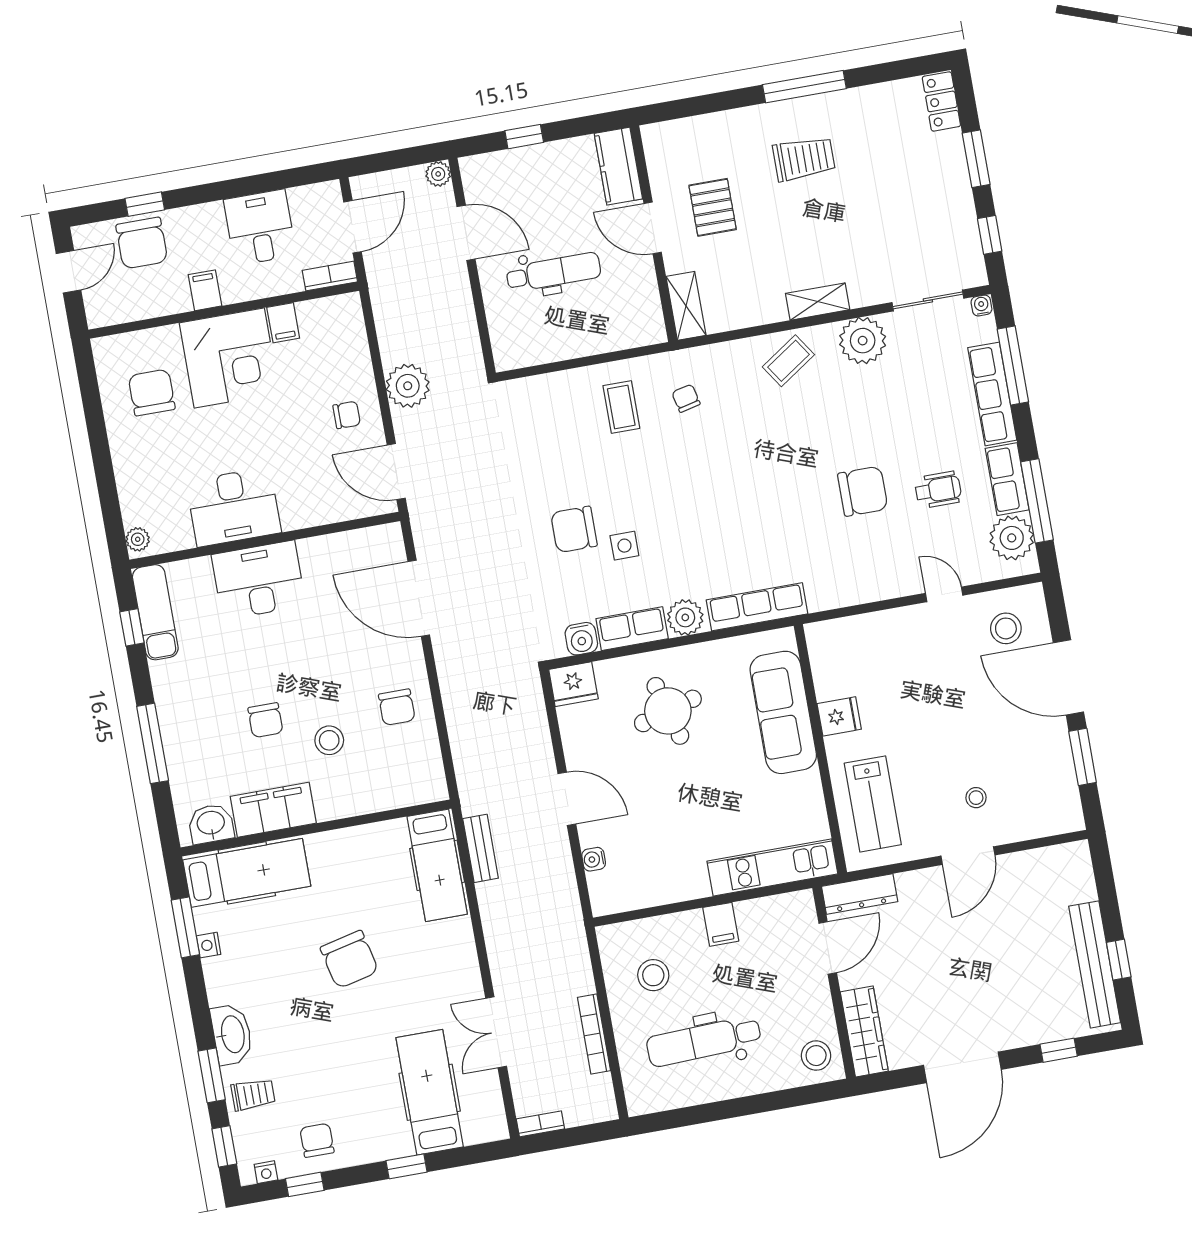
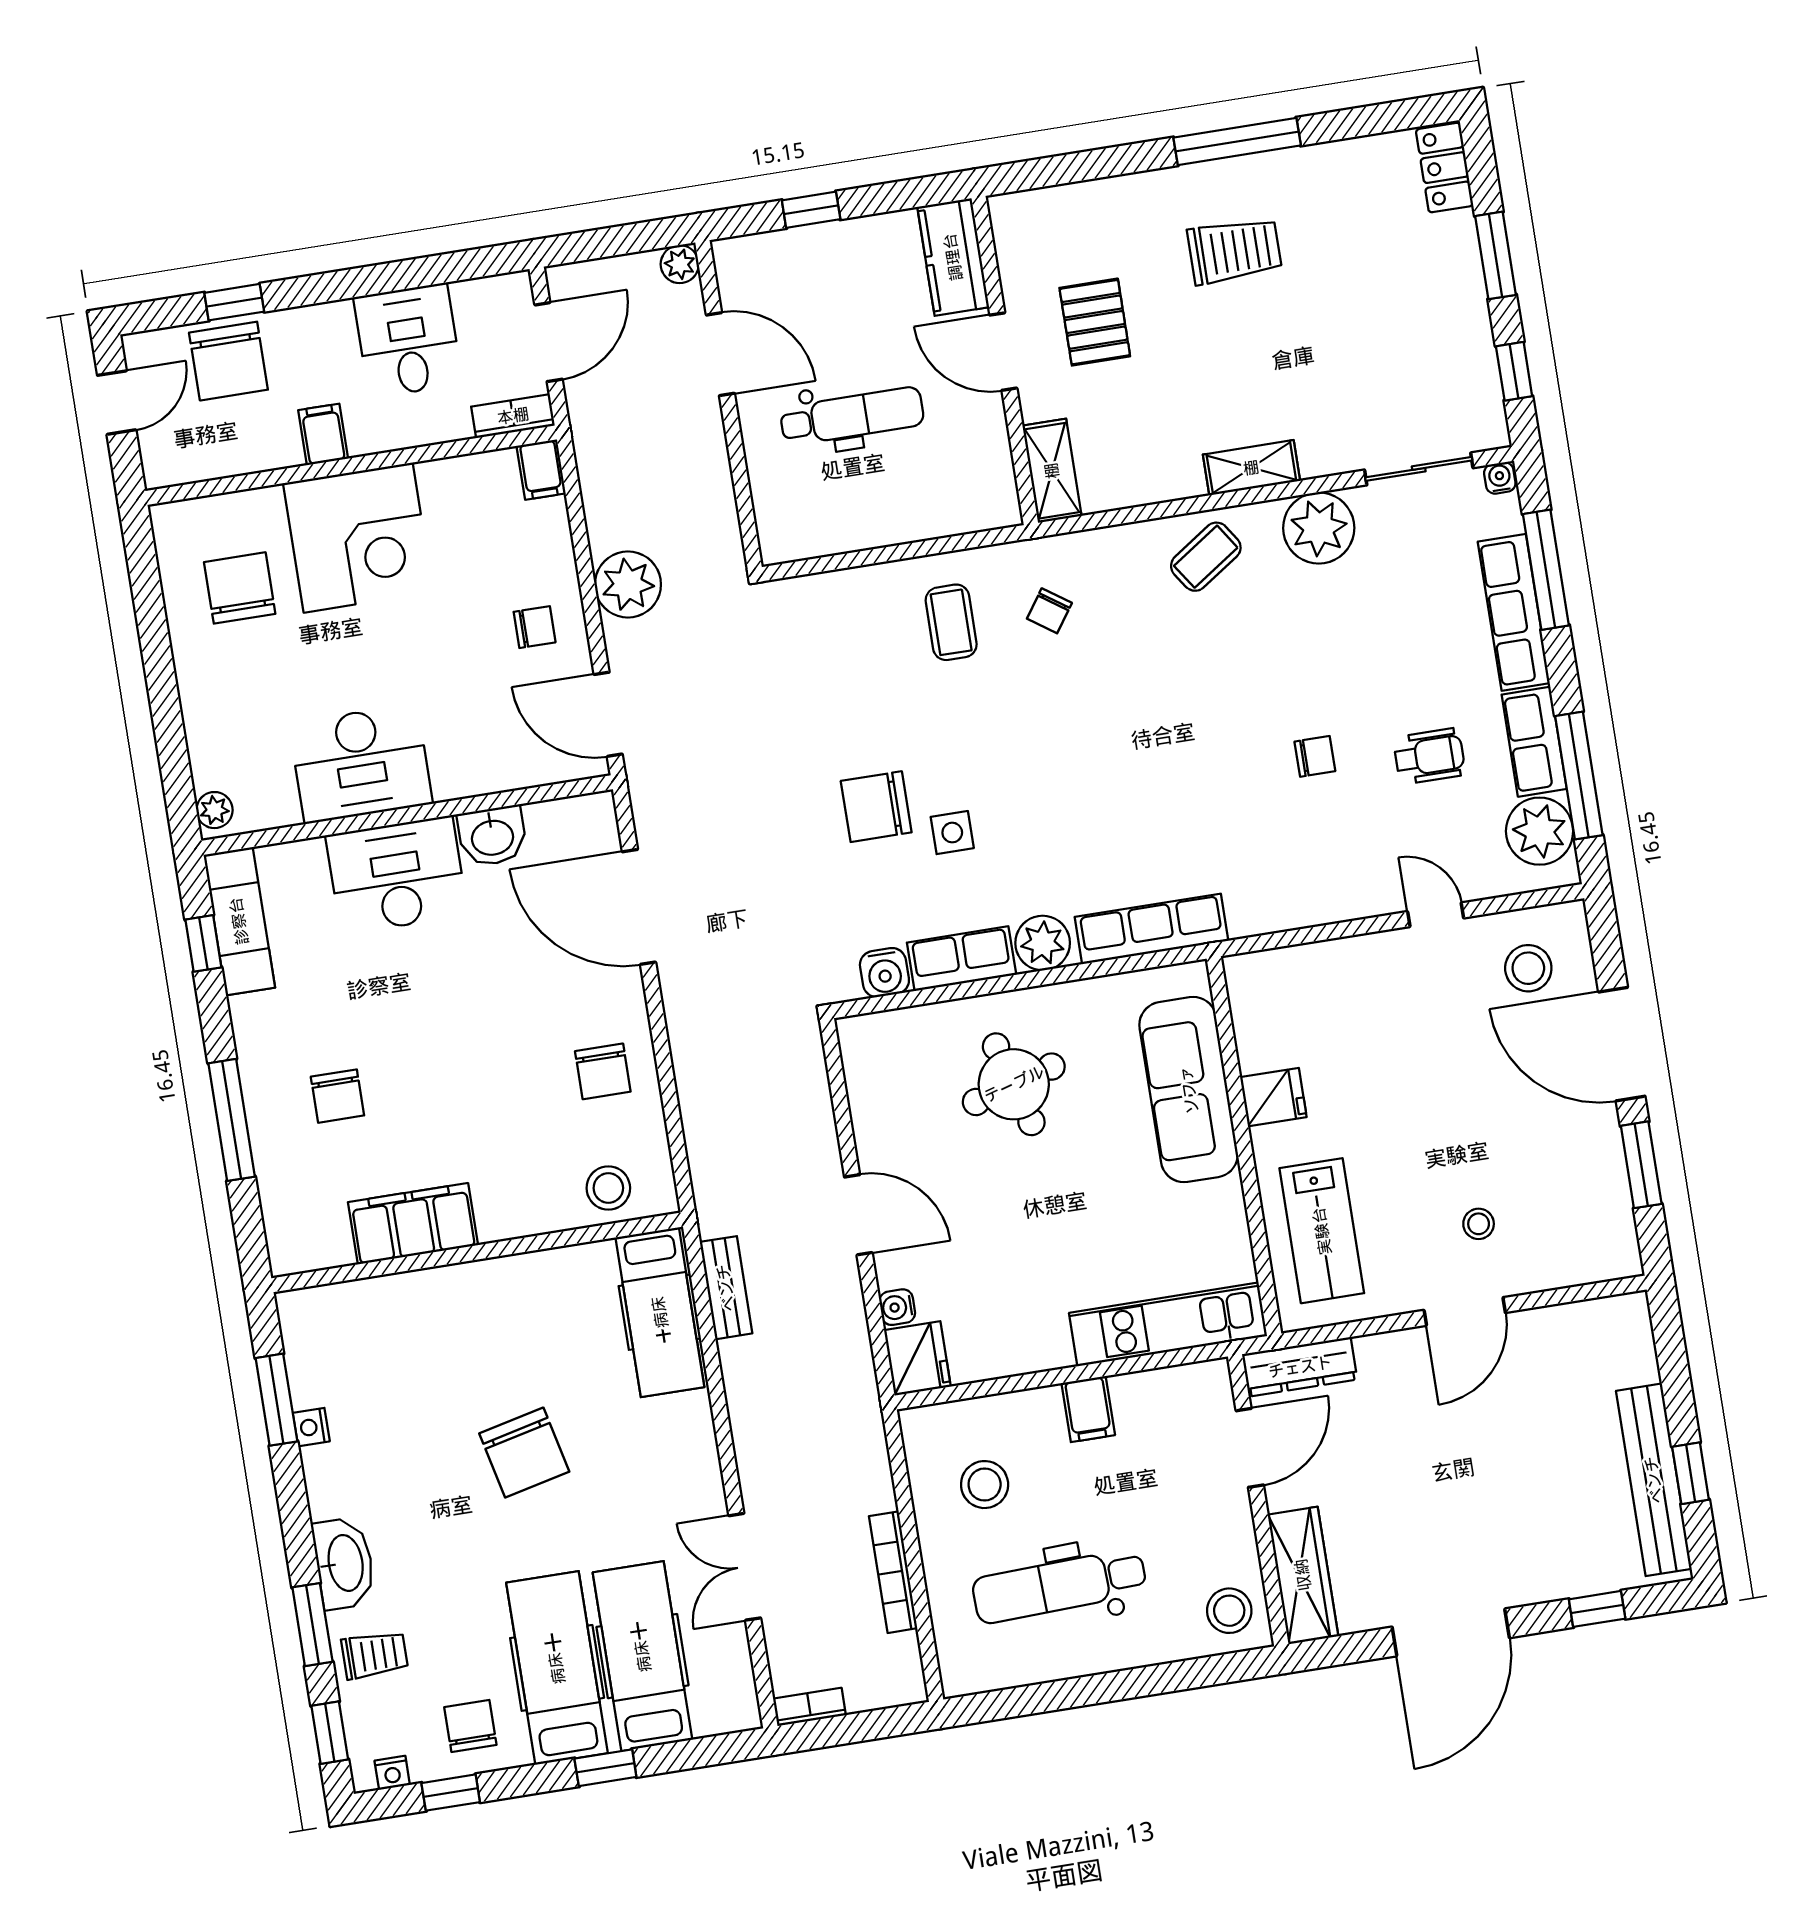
filing cabinet: (283, 323) -> (541, 470), moved
chair: (686, 398) -> (1049, 611), turned -132
chair: (863, 491) -> (1315, 756), width x0.54, depth x0.54
fridge: (573, 684) -> (917, 1358), moved, turned -90
chair: (265, 720) -> (337, 1096), moved
stool: (329, 740) -> (608, 1188), moved
washbasin: (211, 824) -> (492, 836), moved, turned 180
hospital bed: (247, 873) -> (557, 1668), moved, turned -90

